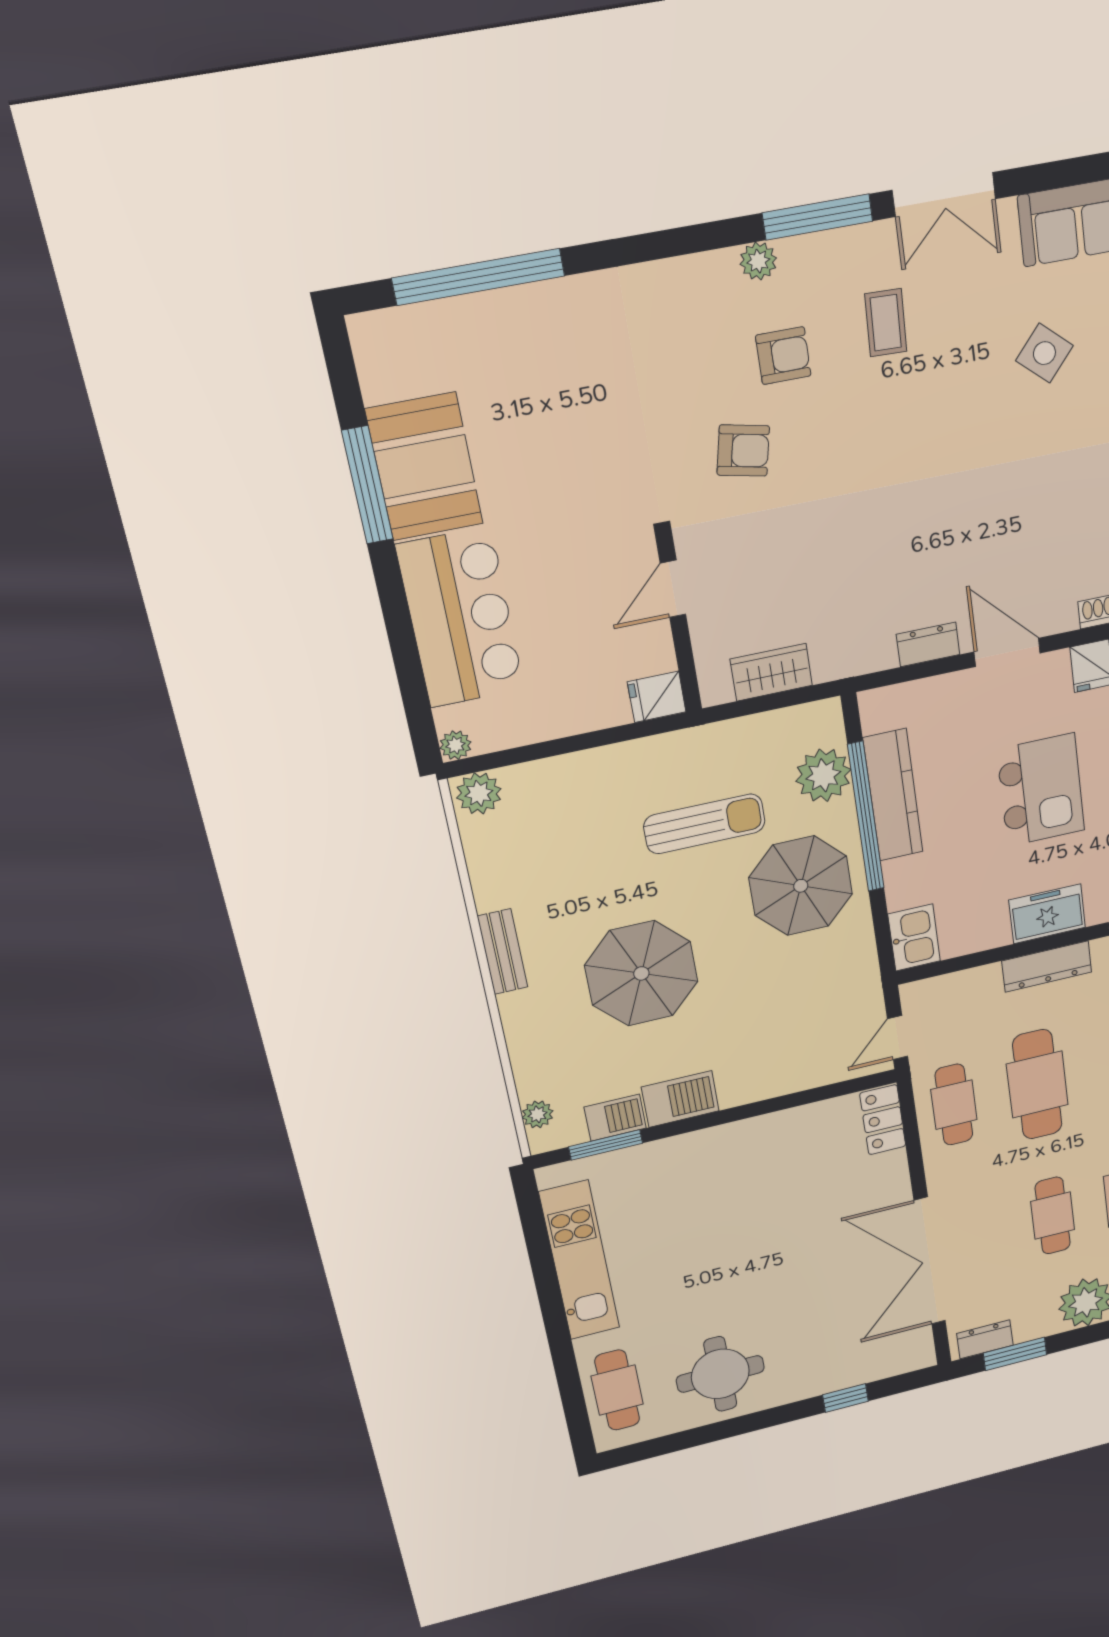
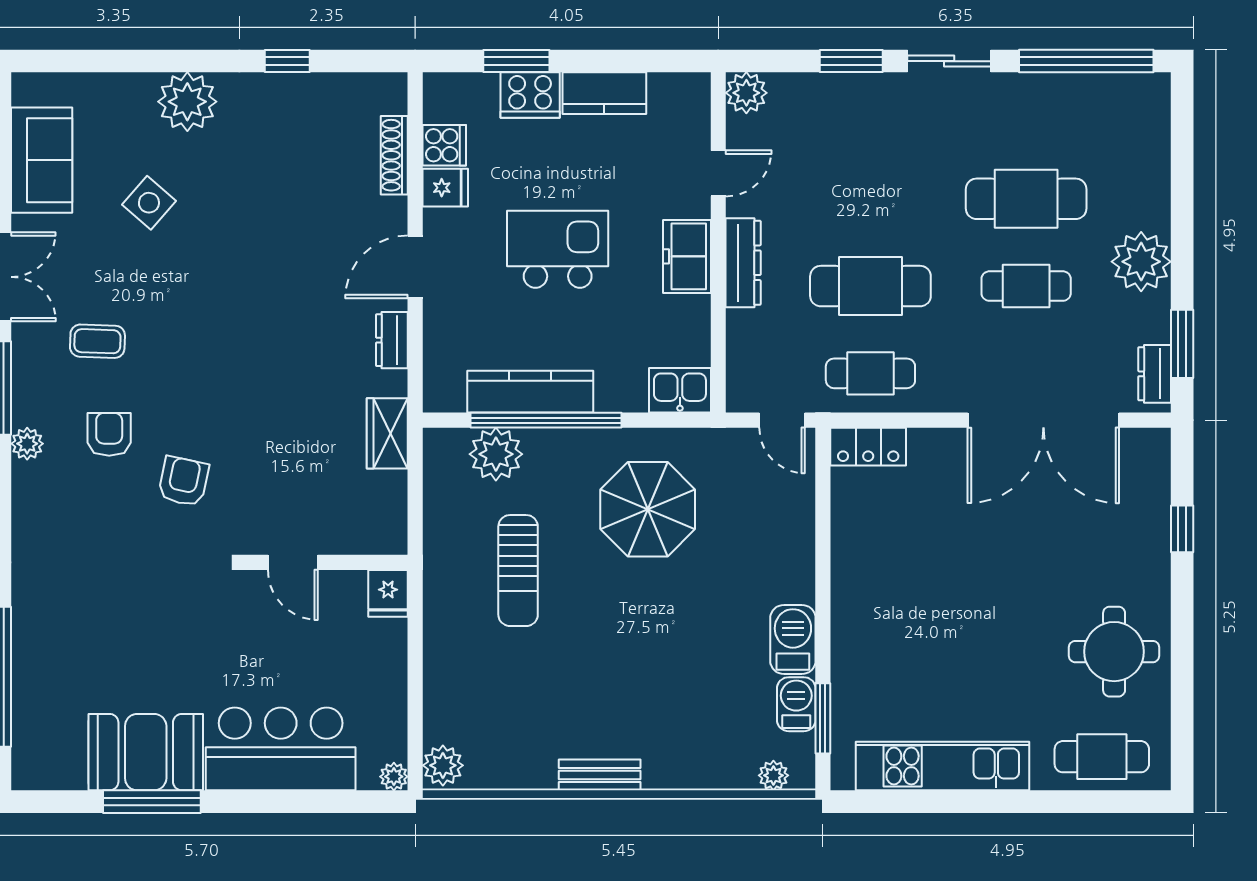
wardrobe: (771, 672) -> (387, 433), moved
sun lounger: (705, 824) -> (518, 571), turned 180
parasol: (801, 886) -> (648, 509), moved
parasol: (641, 973) -> (653, 653), removed

